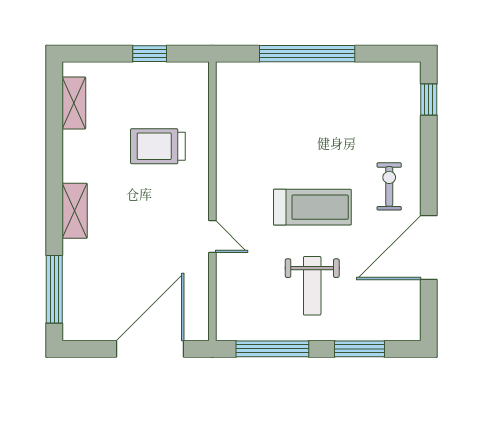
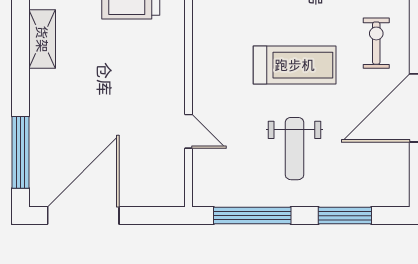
shelving: (75, 211) -> (42, 39), moved
door: (212, 236) -> (189, 131), moved
door: (150, 349) -> (83, 216), moved

